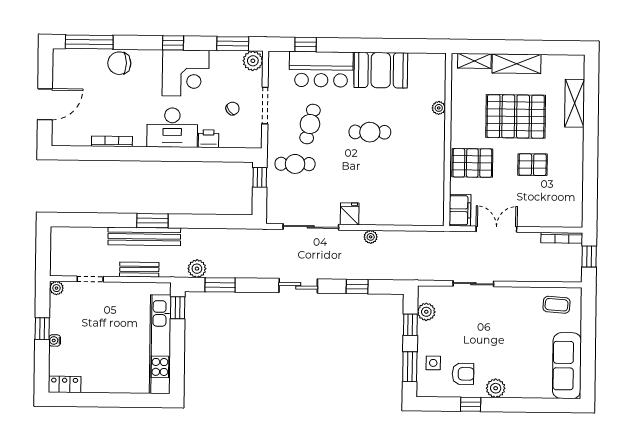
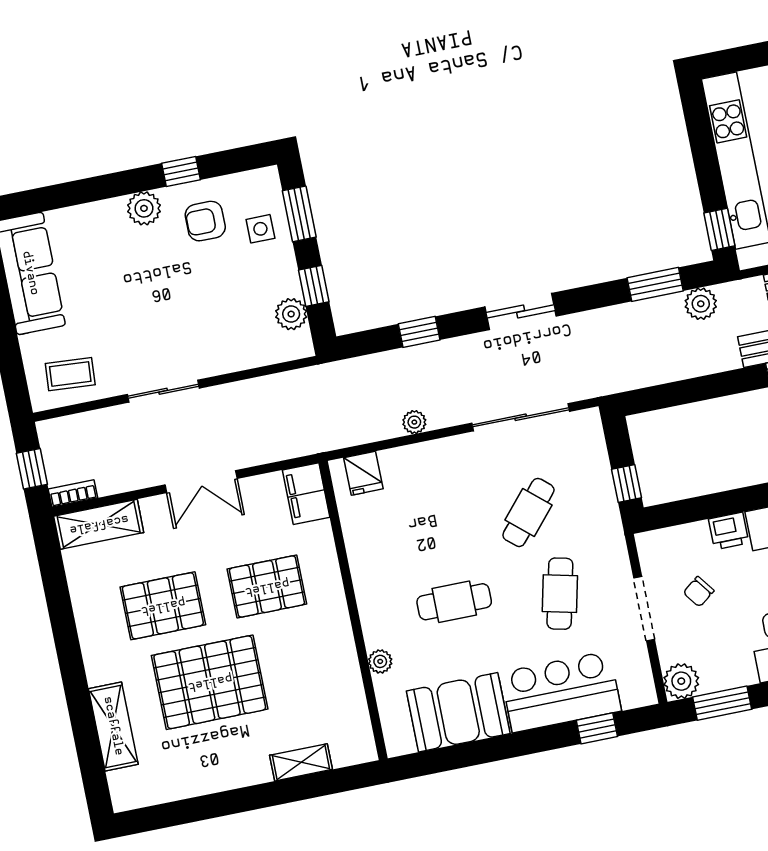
shelving: (517, 64) -> (99, 524), moved
plant: (439, 108) -> (380, 661), moved
wall: (448, 140) -> (353, 610), moved
cafe table: (295, 164) -> (528, 512), moved, turned -49
pallet: (533, 165) -> (163, 606), width x1.50, depth x1.42
filing cabinet: (460, 210) -> (306, 494), moved
fridge: (350, 214) -> (363, 473), moved
bookcase: (562, 238) -> (73, 493), width x0.64
sliding door: (473, 284) -> (163, 391), moved

